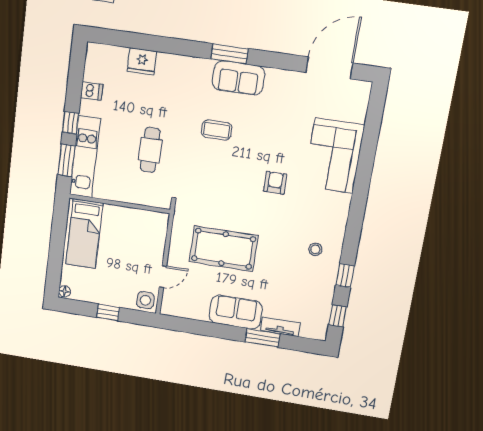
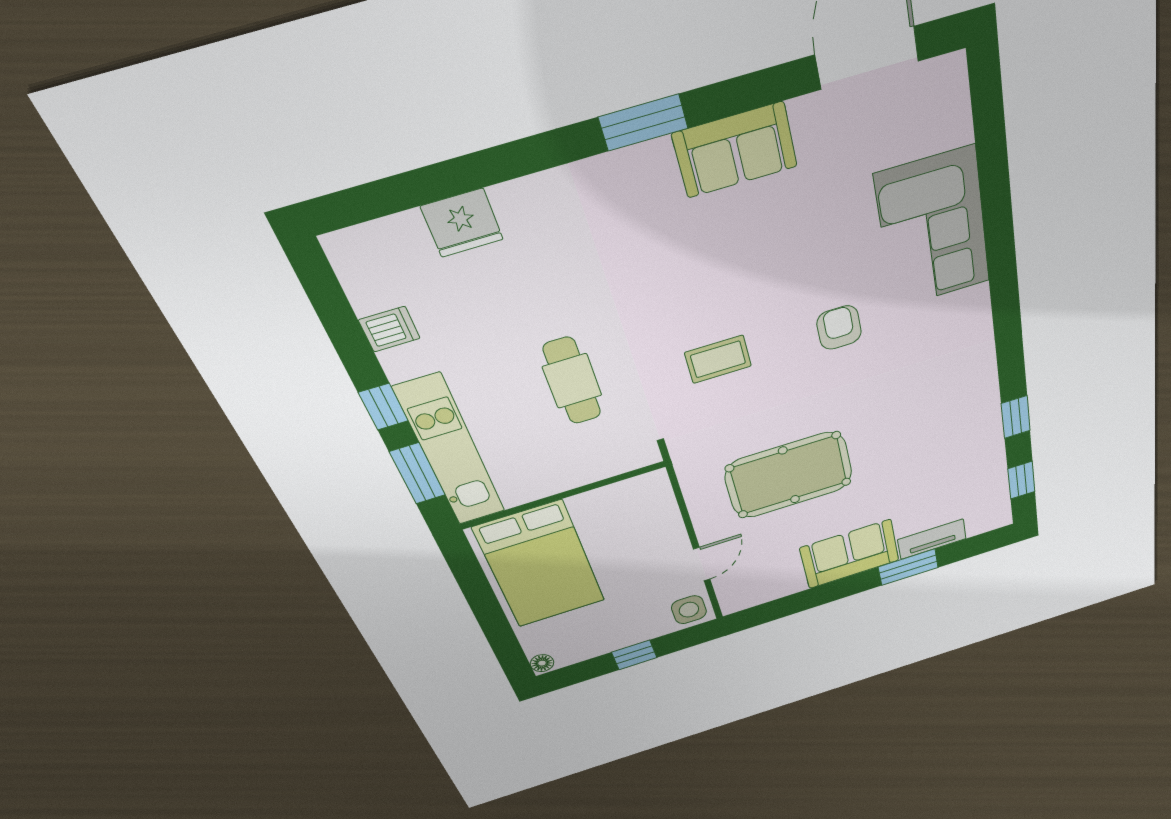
sofa: (238, 78) -> (735, 150), moved
coffee table: (217, 130) -> (718, 359), moved
bed: (84, 234) -> (540, 565), width x1.50
stool: (315, 249) -> (952, 401), removed

